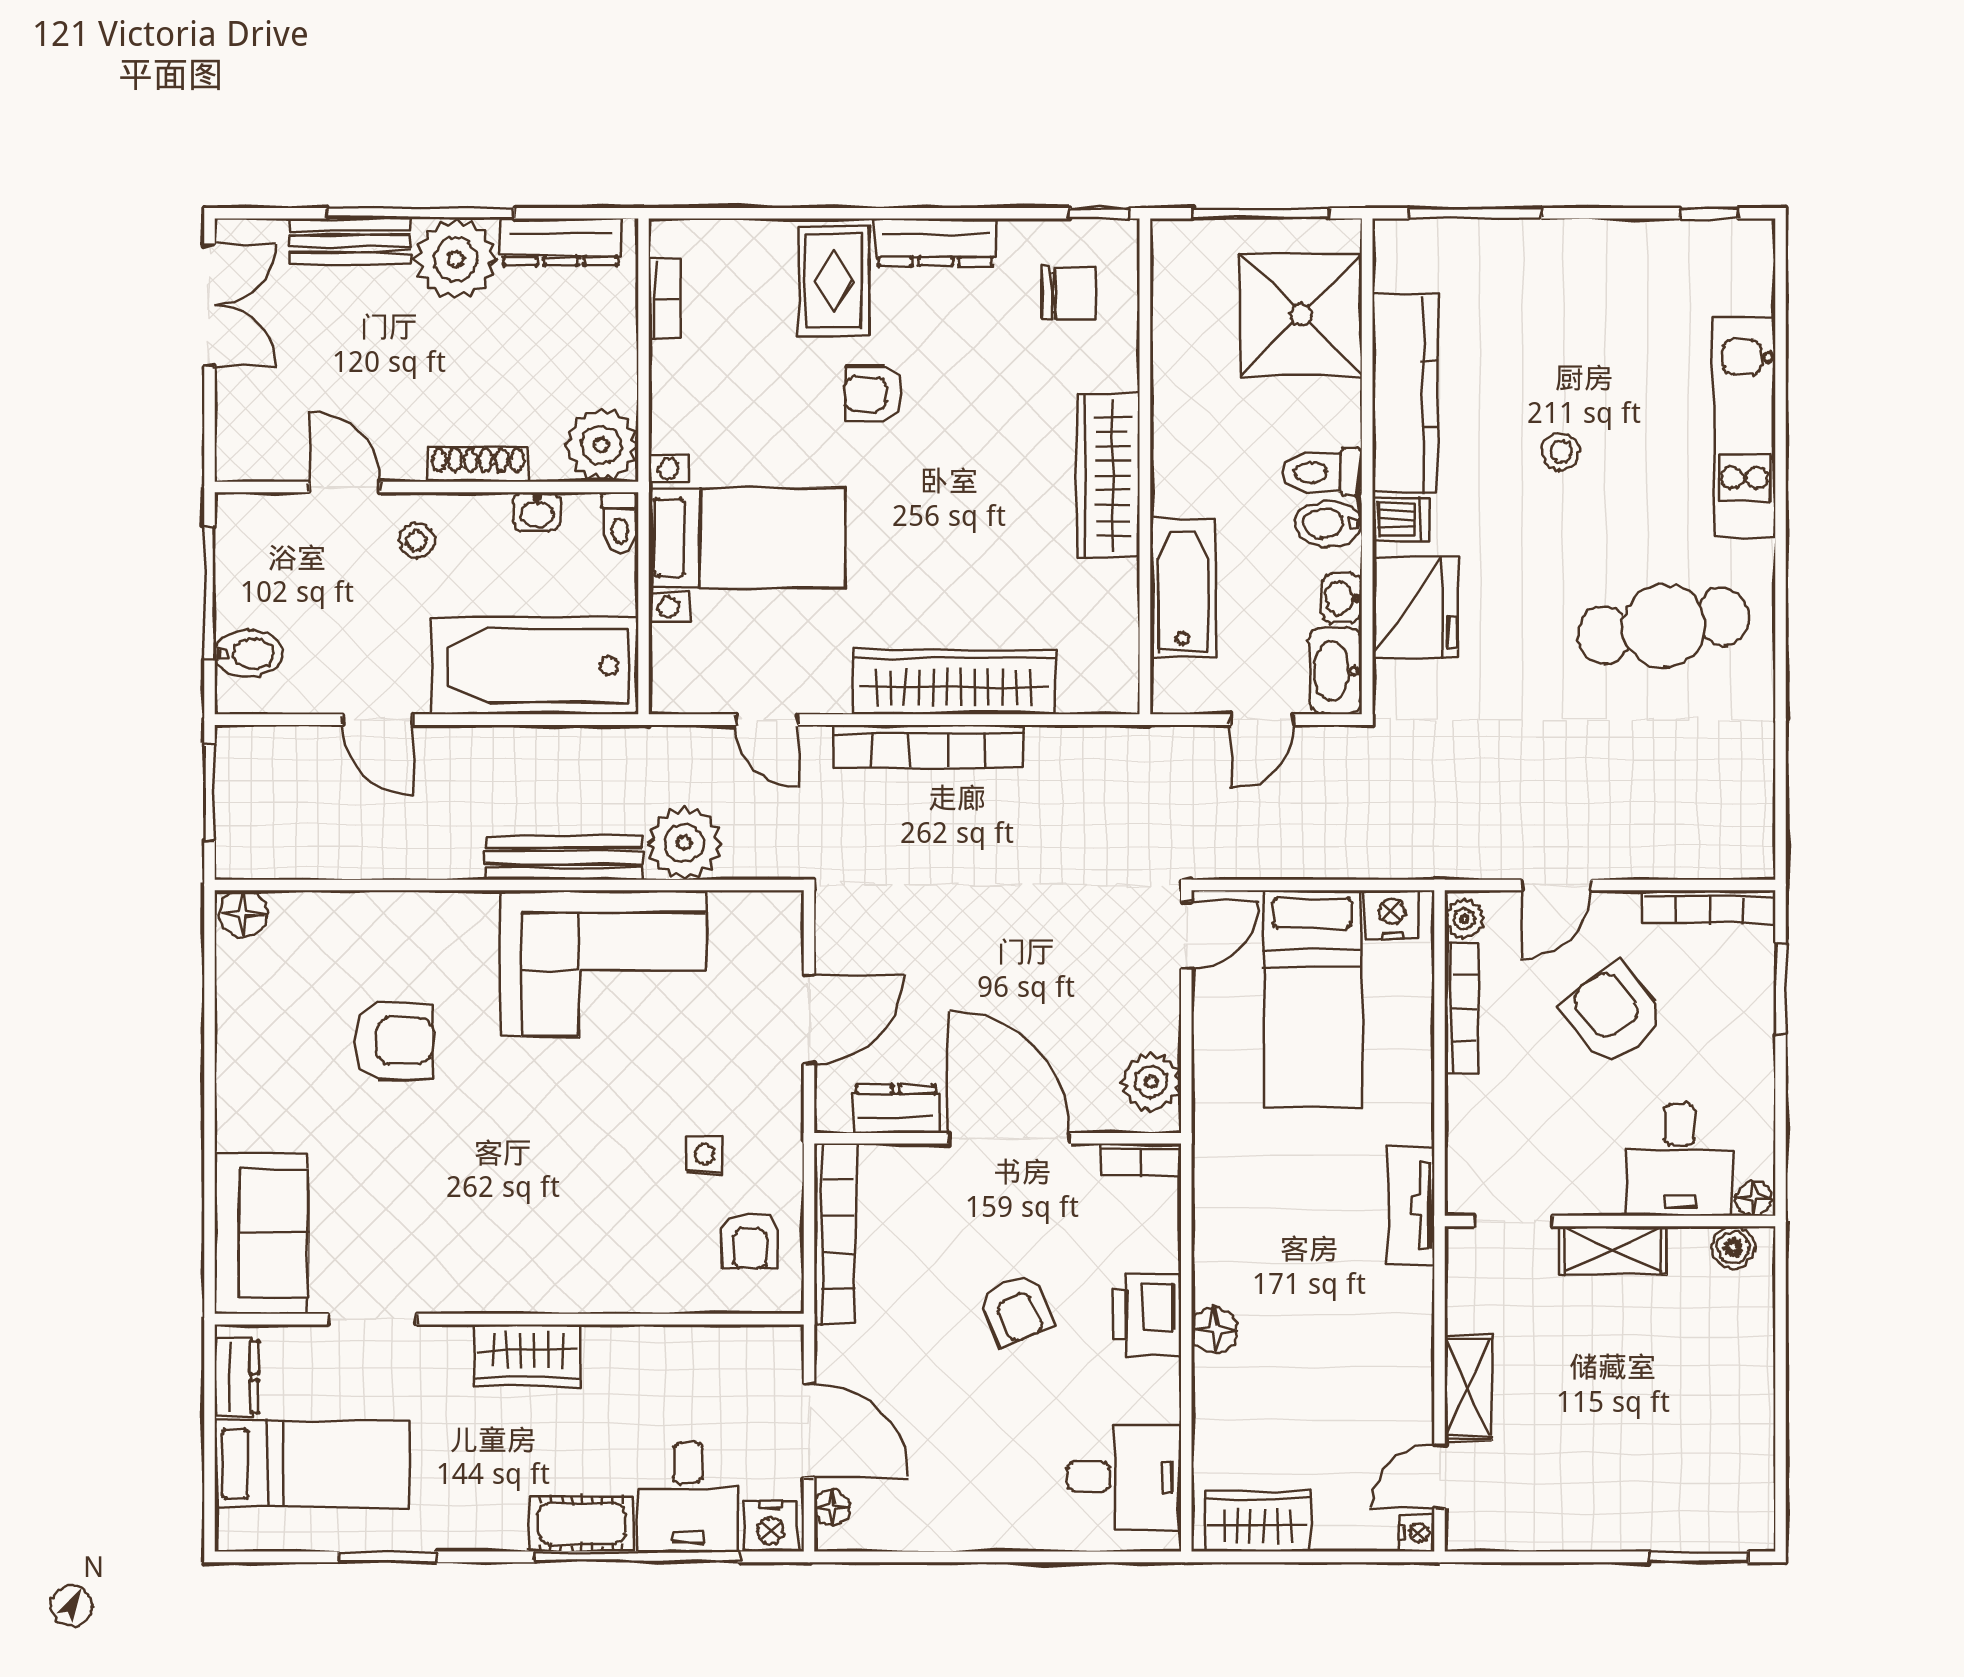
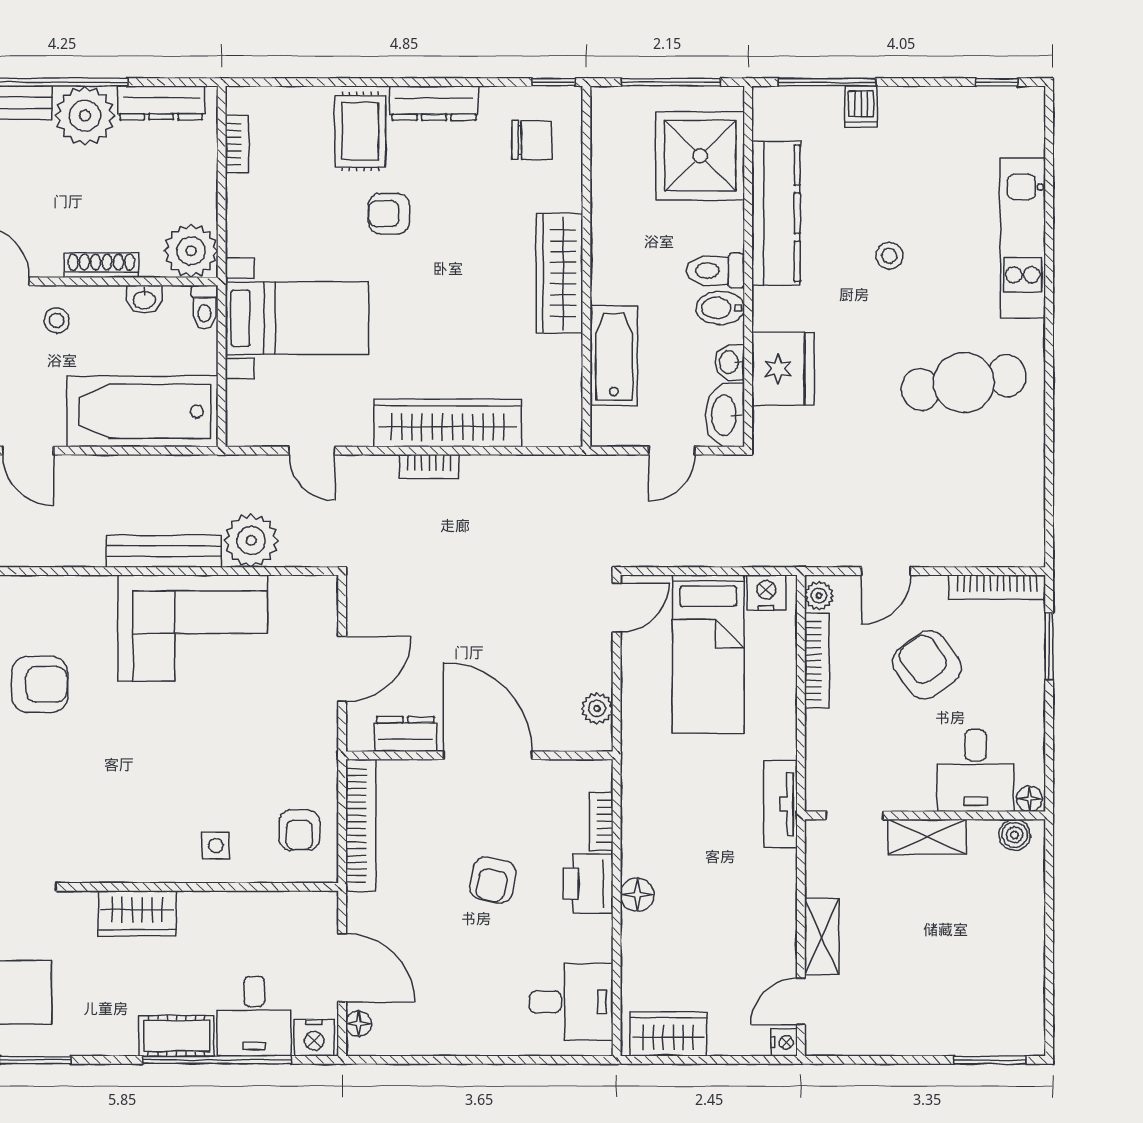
dishwasher: (1401, 519) -> (861, 107), moved, turned 90
bookcase: (928, 746) -> (429, 466), width x0.43, depth x0.76
plant: (1151, 1082) -> (597, 708), width x0.73, depth x0.73
side table: (705, 1154) -> (216, 846), moved
bookcase: (1141, 1160) -> (601, 821), moved, turned 90
armchair: (1016, 1310) -> (493, 880), turned 36

